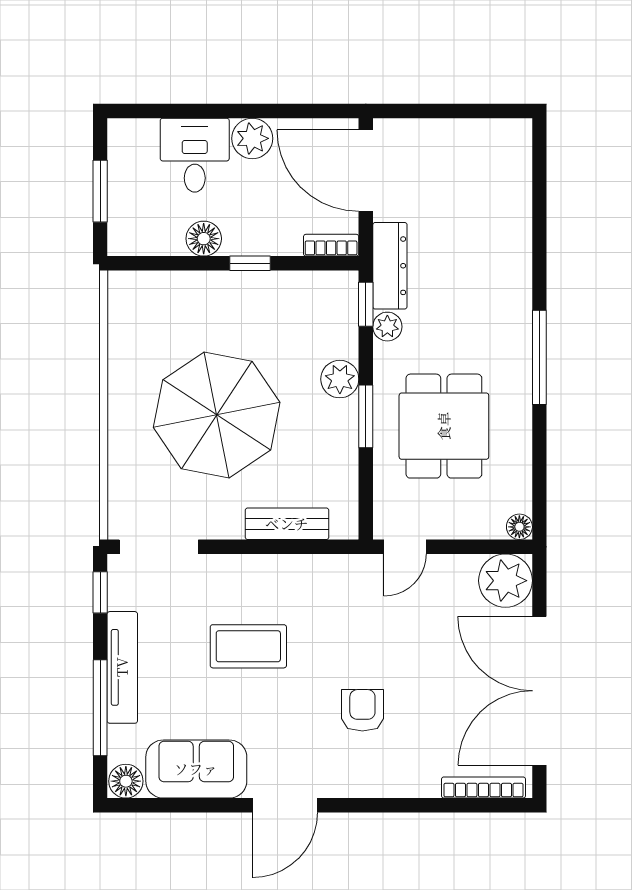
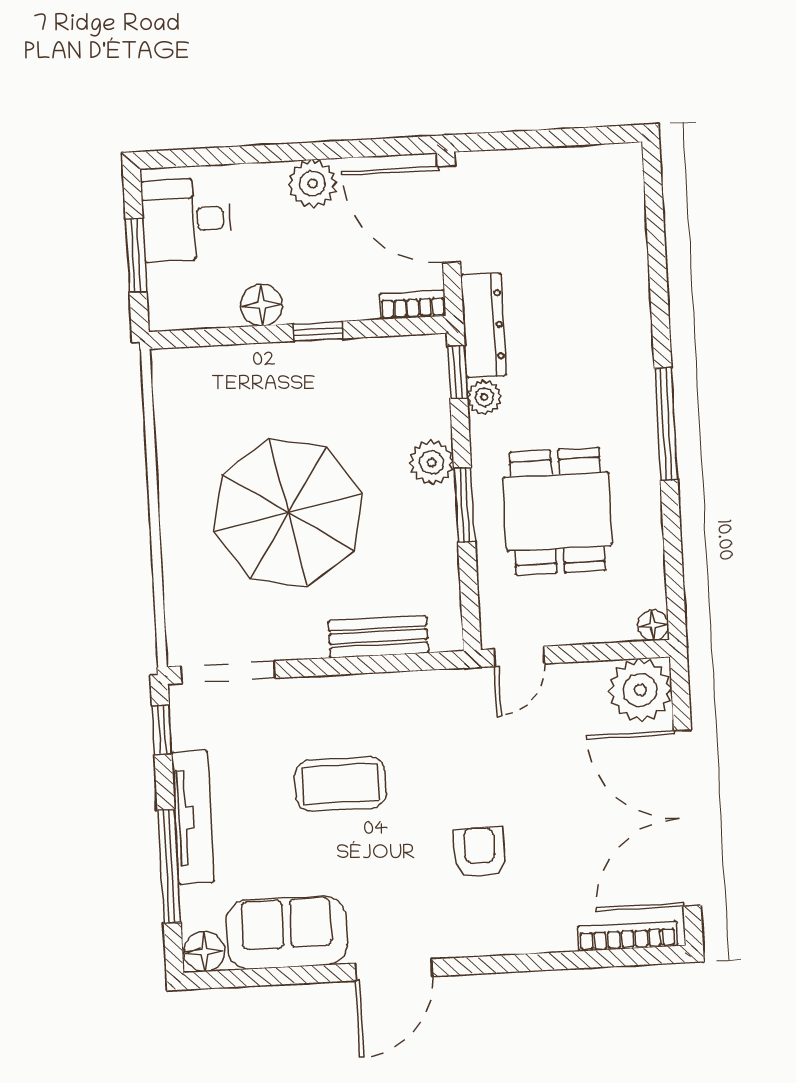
desk: (195, 155) -> (186, 220), moved, turned -90

